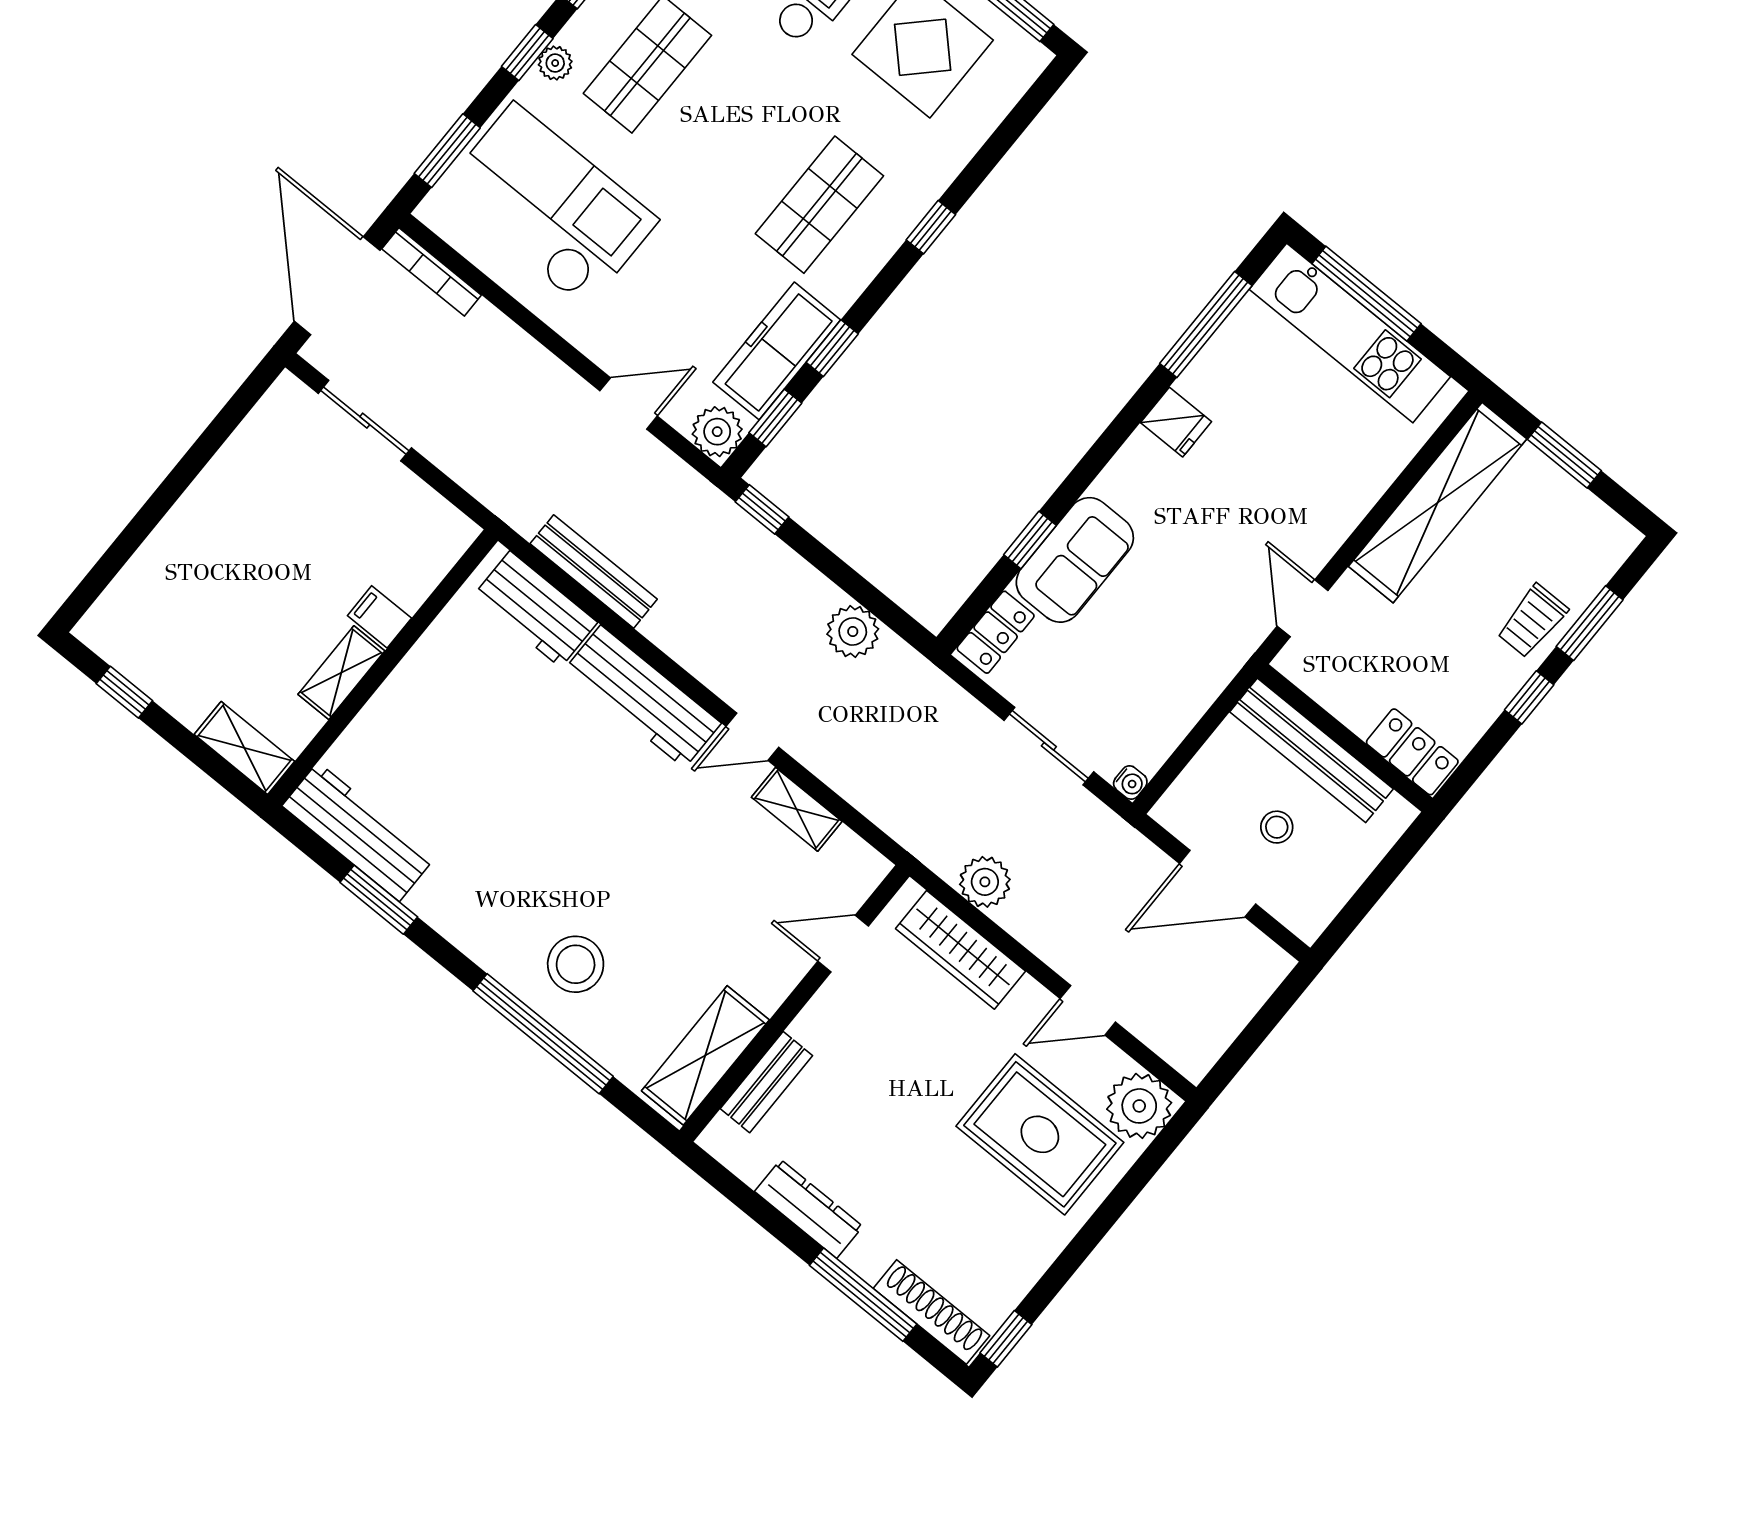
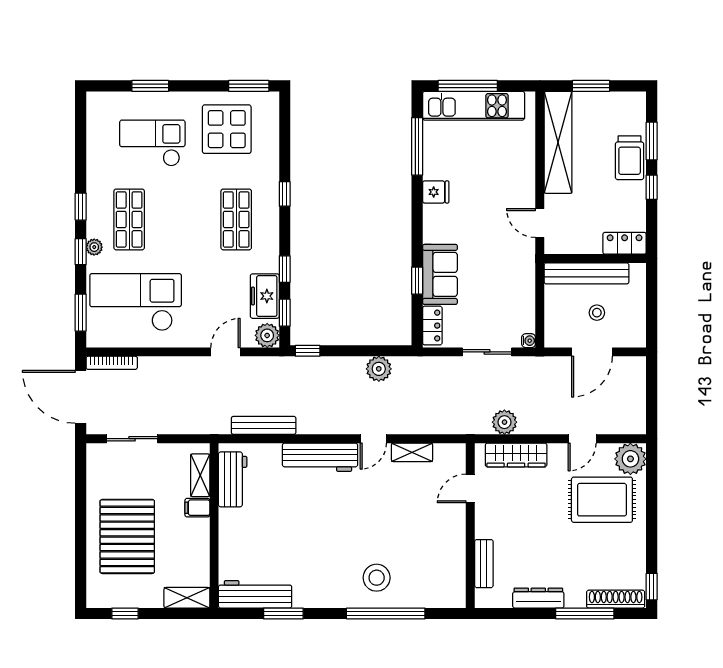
freezer: (777, 351) -> (265, 296), width x0.71
pallet: (229, 571) -> (127, 536), added
workbench: (535, 609) -> (233, 479), moved, turned -90
trolley: (1532, 621) -> (630, 158), width x1.36, depth x1.39
shelving: (341, 673) -> (200, 475), moved
shelving: (705, 1055) -> (453, 572), removed

